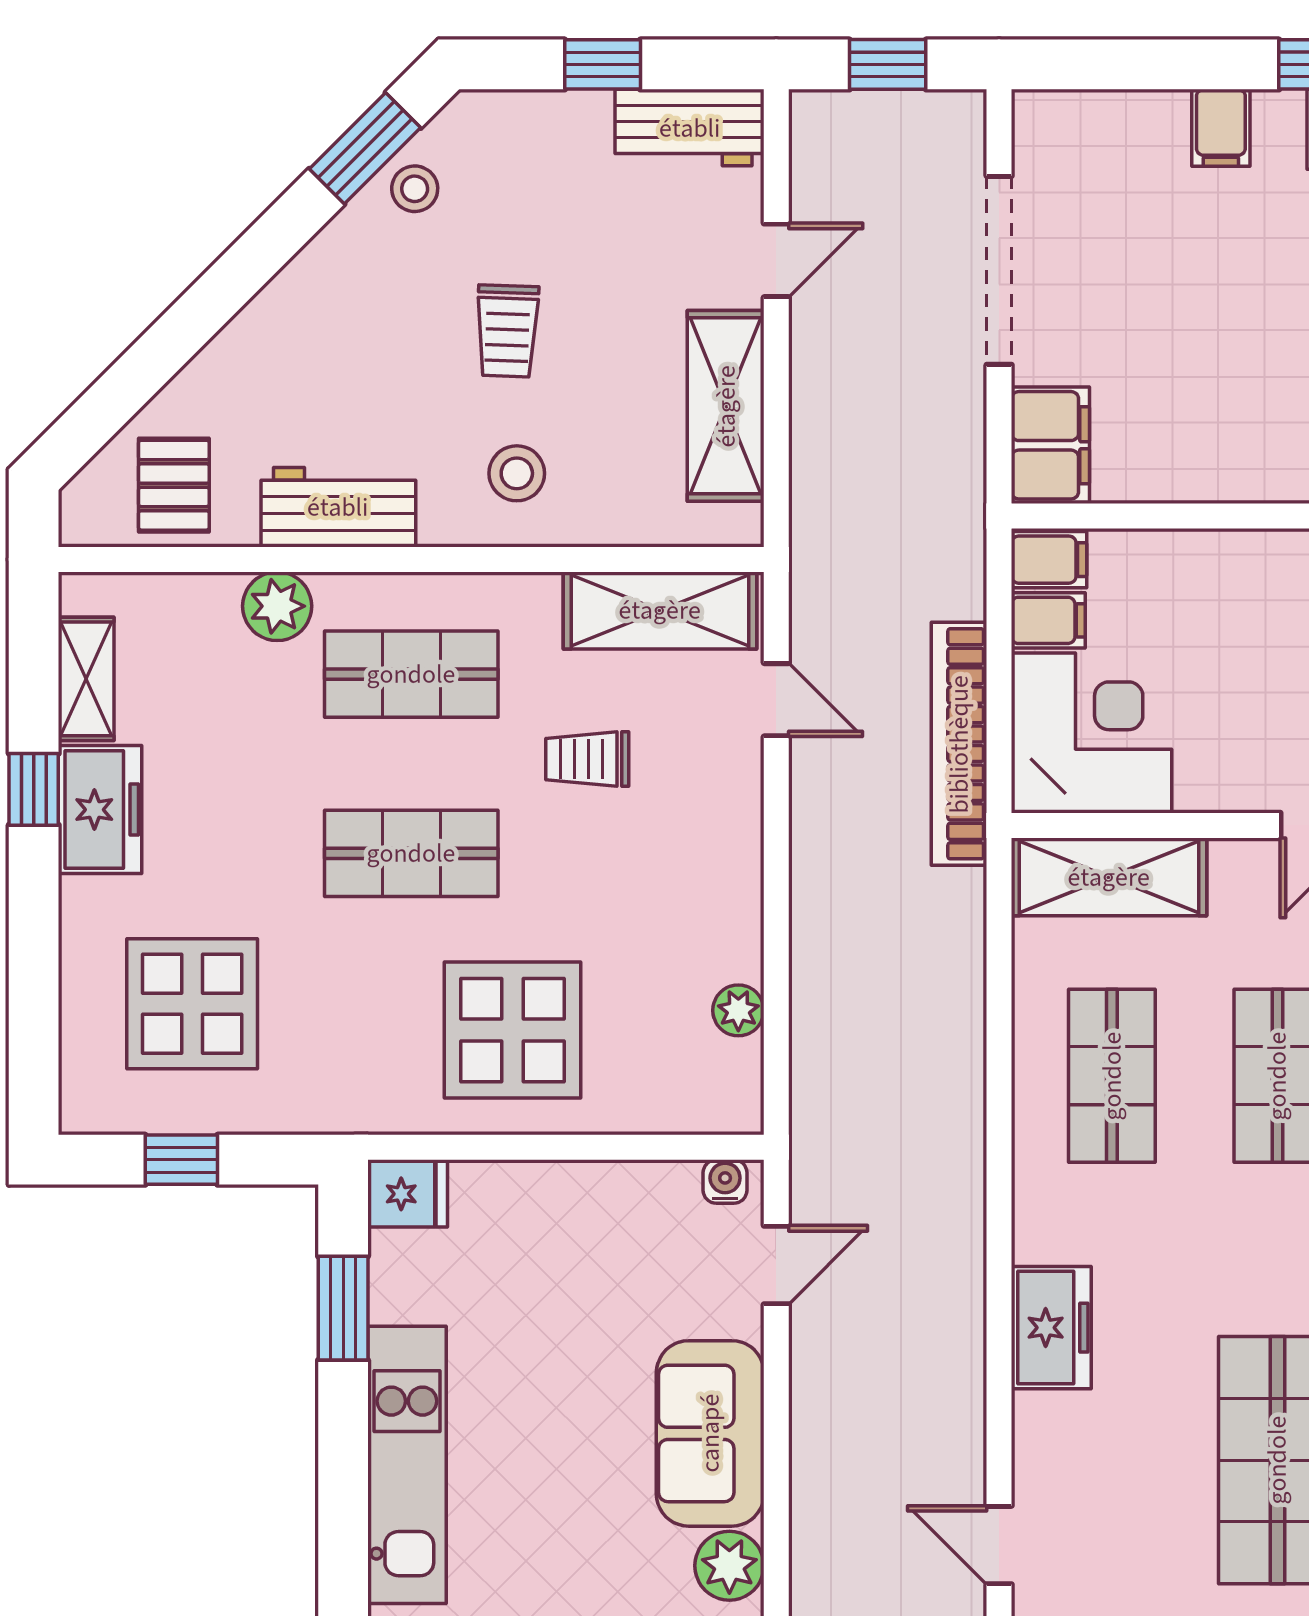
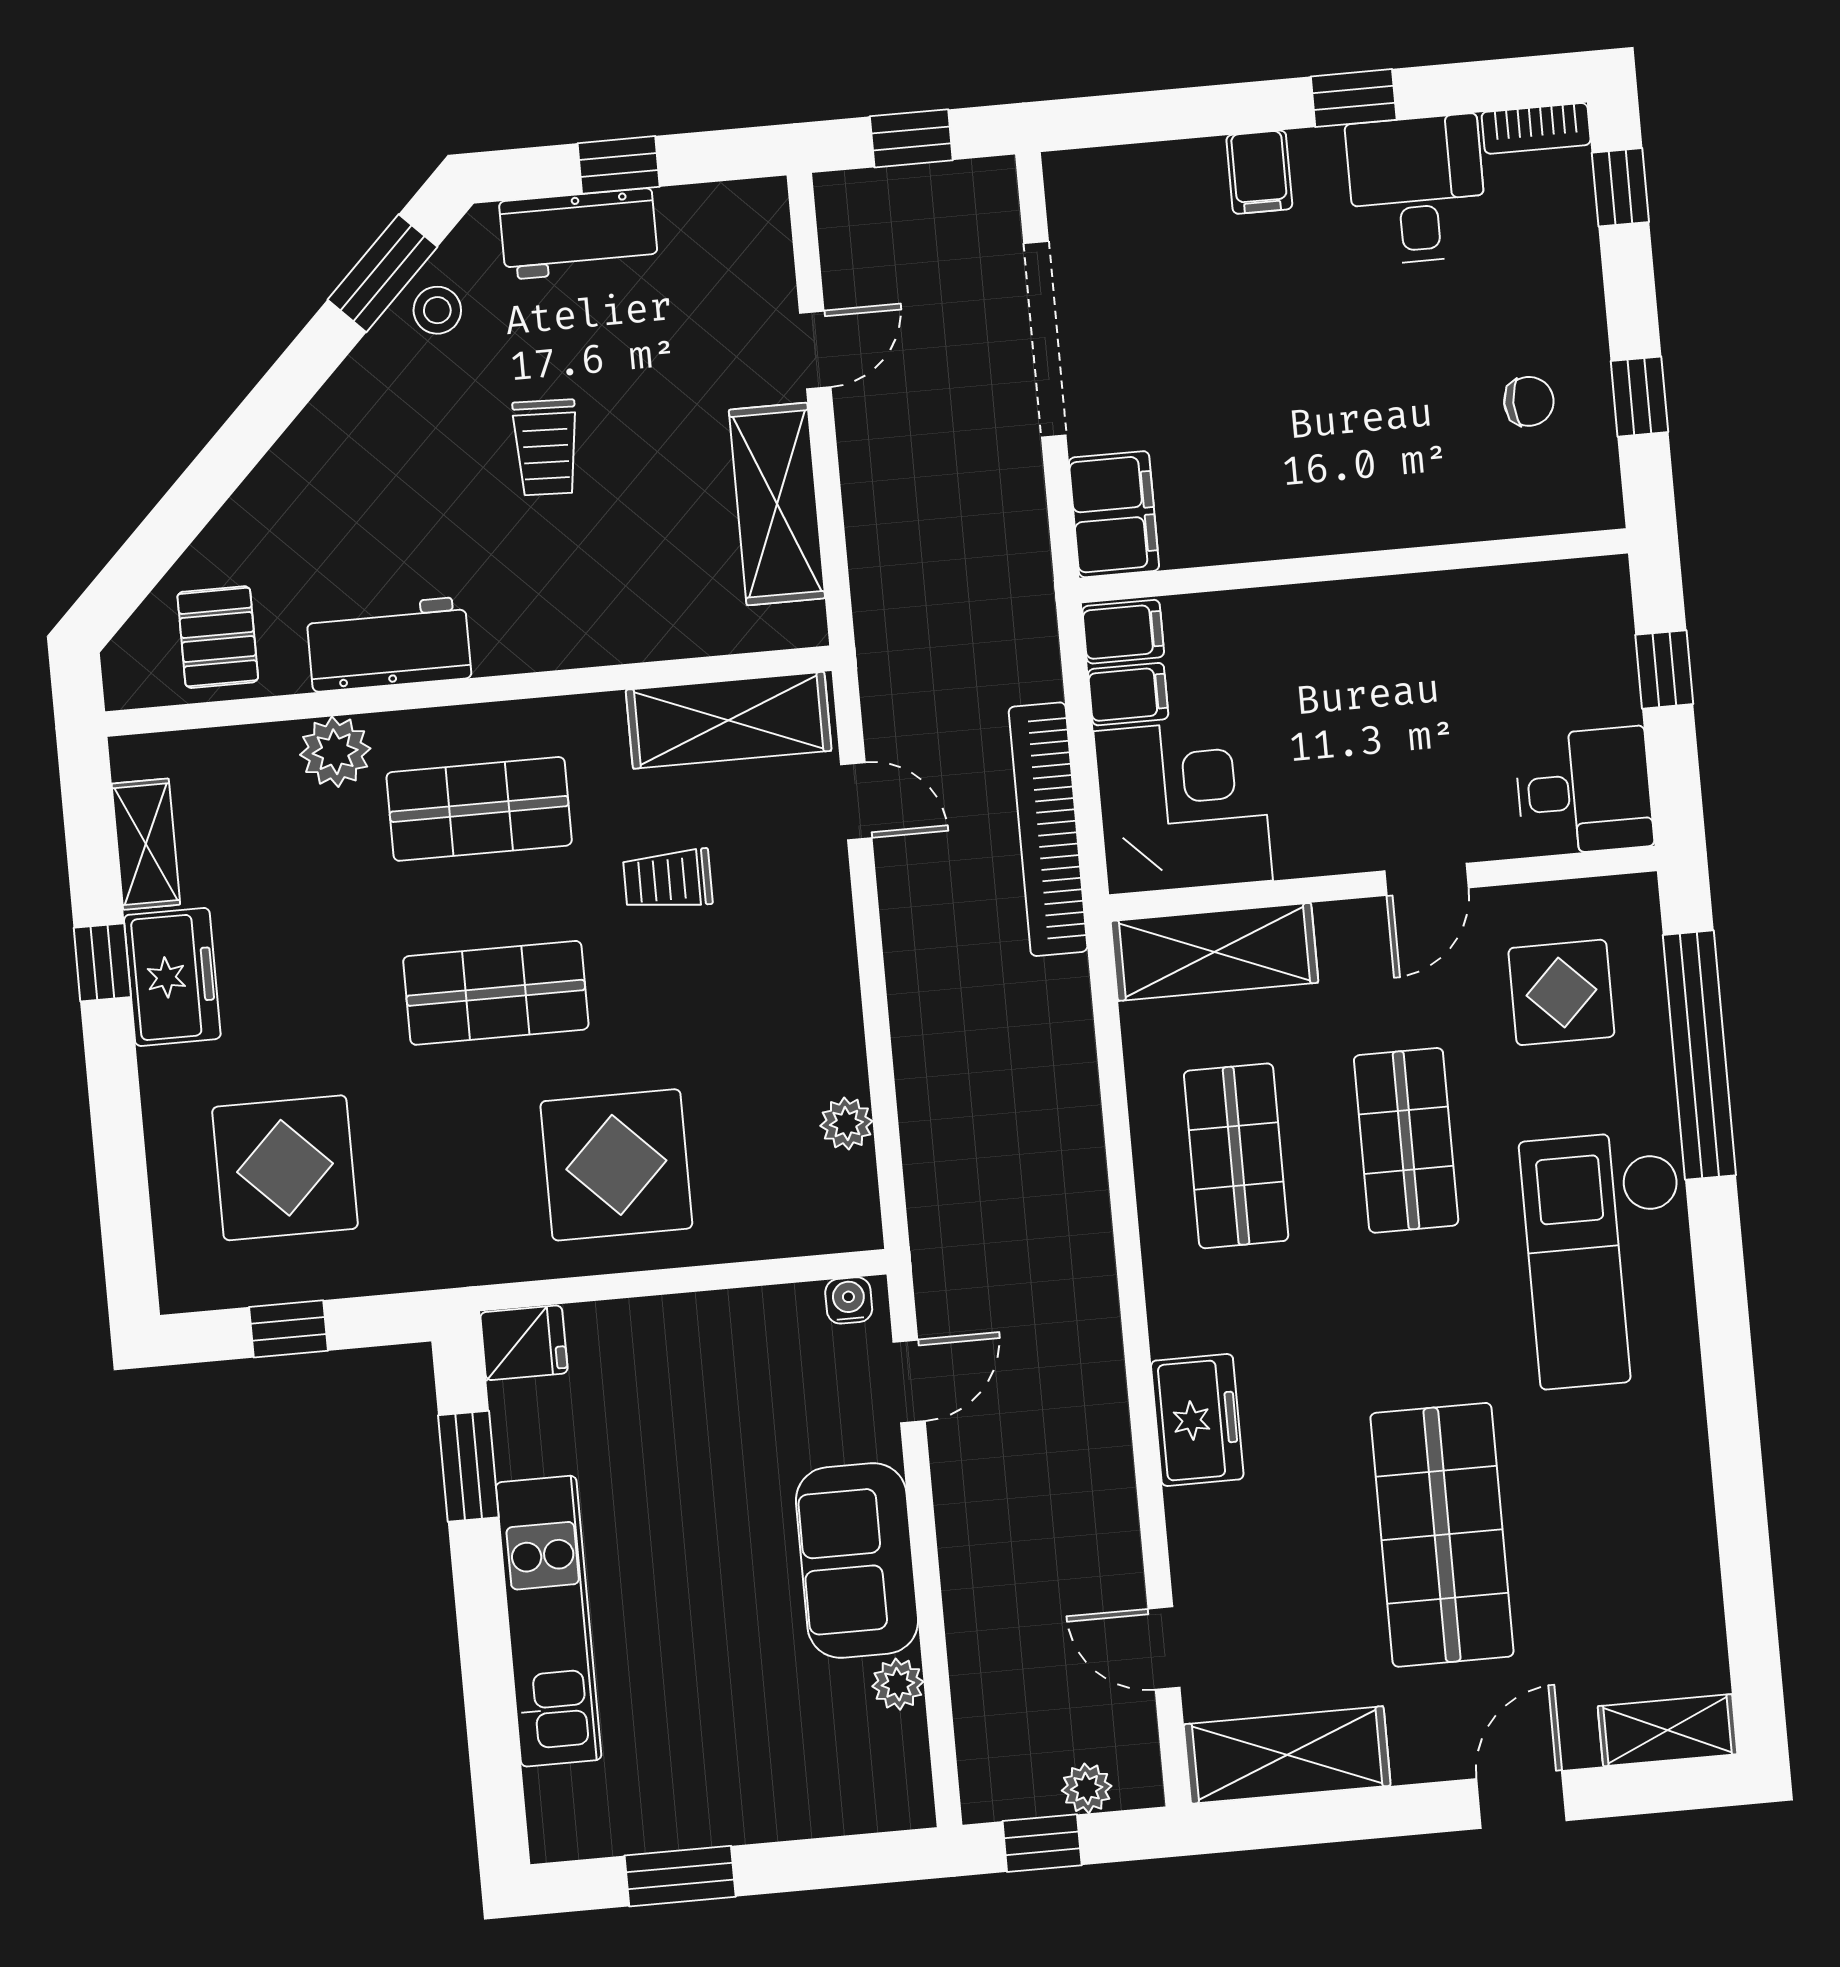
workbench: (690, 128) -> (579, 234), moved
stool: (517, 473) -> (569, 593), removed
plant: (729, 1566) -> (898, 1684), width x0.73, depth x0.73

